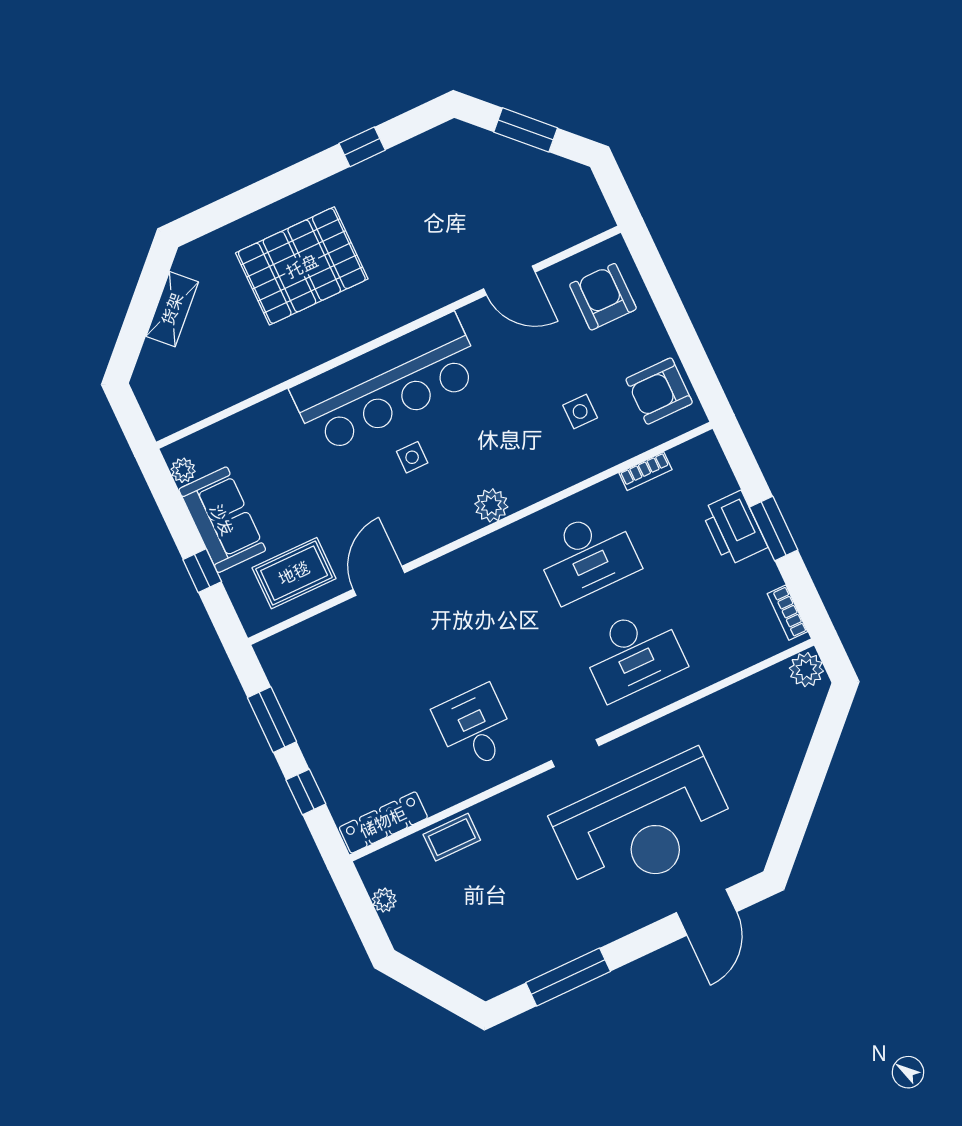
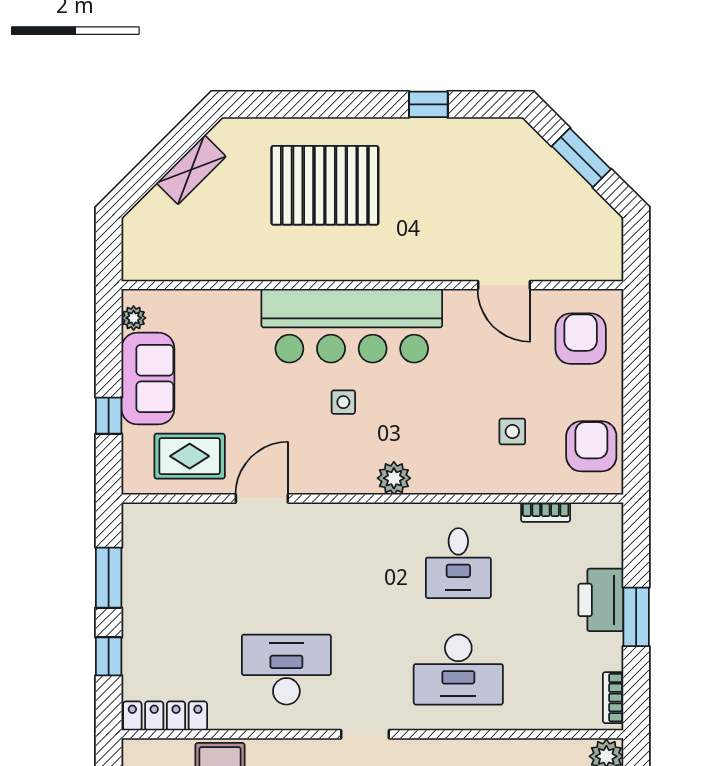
armchair: (659, 391) -> (591, 446), turned 90
desk: (587, 556) -> (458, 563), width x0.73
desk: (475, 728) -> (286, 670), width x1.37

